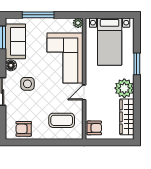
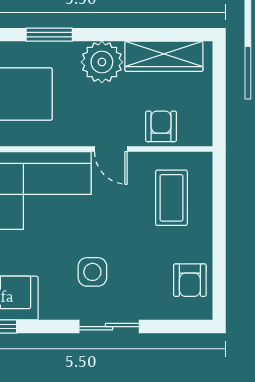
floor lamp: (11, 65) -> (52, 308), removed
armchair: (94, 128) -> (161, 126), moved

